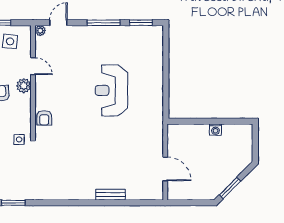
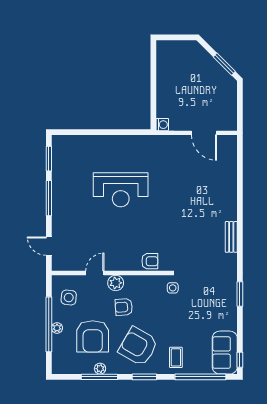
plant: (40, 31) -> (57, 265), removed
washing machine: (215, 130) -> (162, 125), moved
door: (165, 169) -> (204, 133), swing flipped
bench: (110, 195) -> (231, 237), moved

